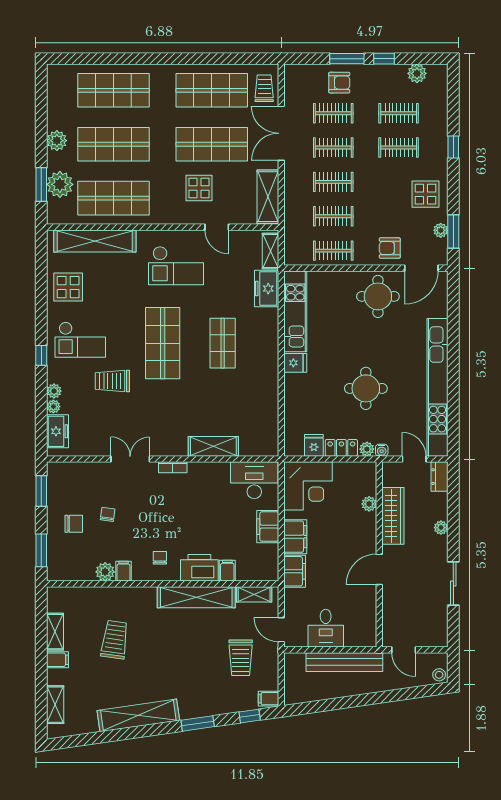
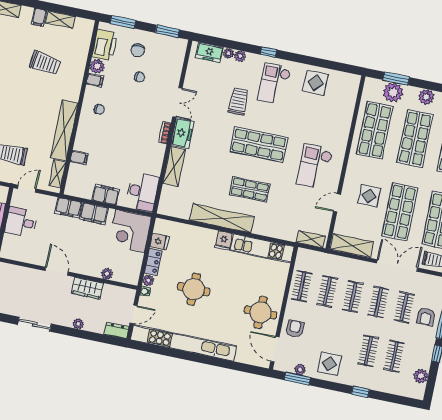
shelving: (95, 241) -> (222, 218), moved, turned 90
freezer: (267, 289) -> (182, 133), moved, turned 90
wardrobe: (393, 516) -> (87, 288), width x0.67
printer: (199, 568) -> (105, 45), moved

